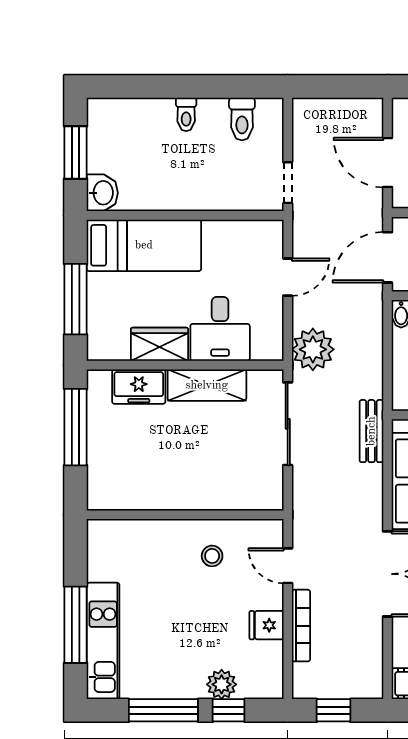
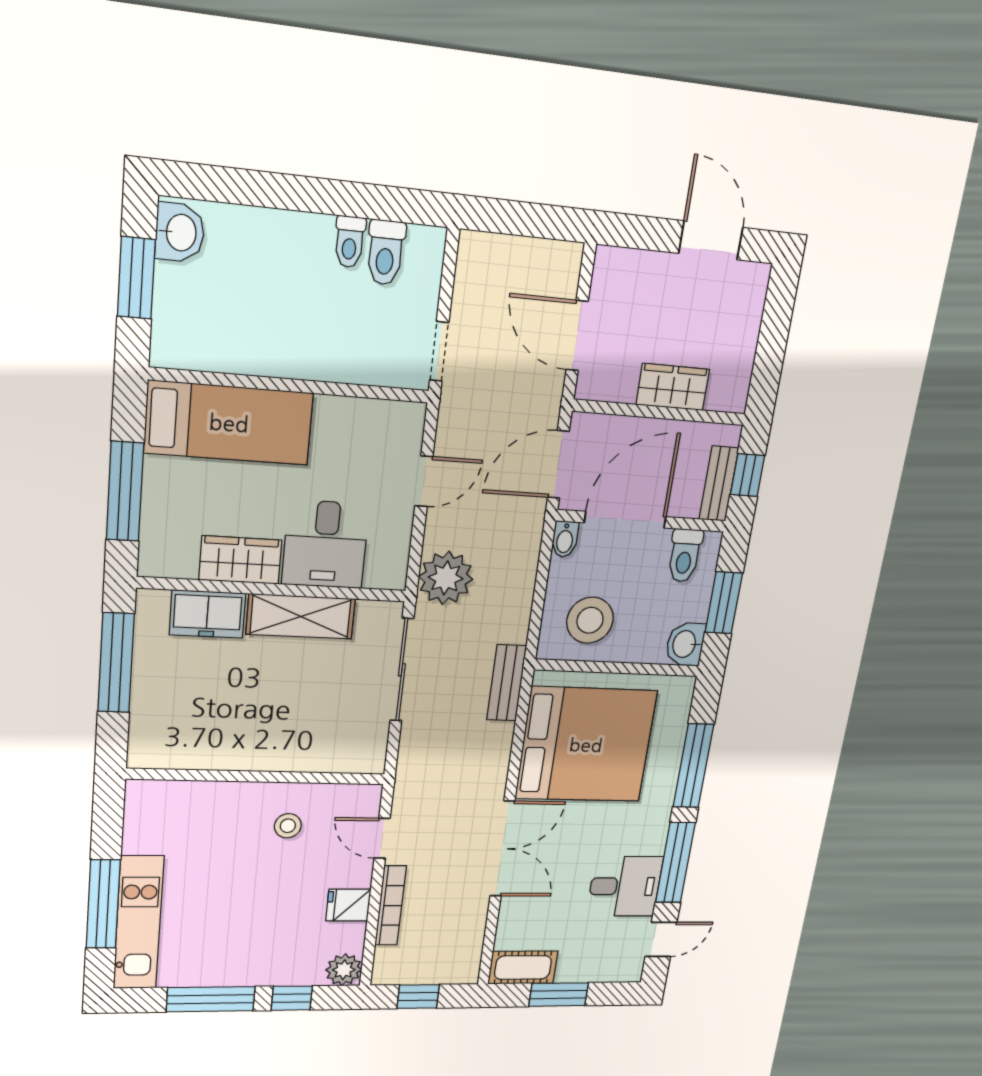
toilet: (186, 114) -> (350, 242), moved
washbasin: (102, 193) -> (180, 233), moved
plant: (222, 684) -> (344, 970), moved

